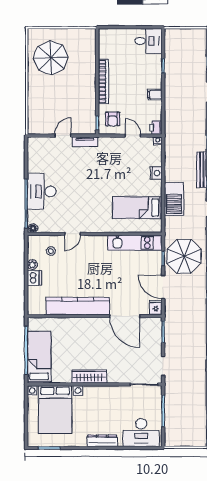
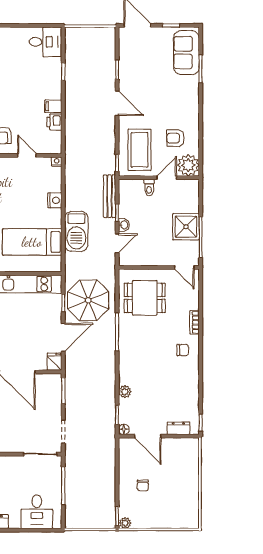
printer: (156, 127) -> (54, 122), moved
door: (163, 287) -> (63, 337), swing flipped
desk: (141, 433) -> (37, 512), width x0.73

